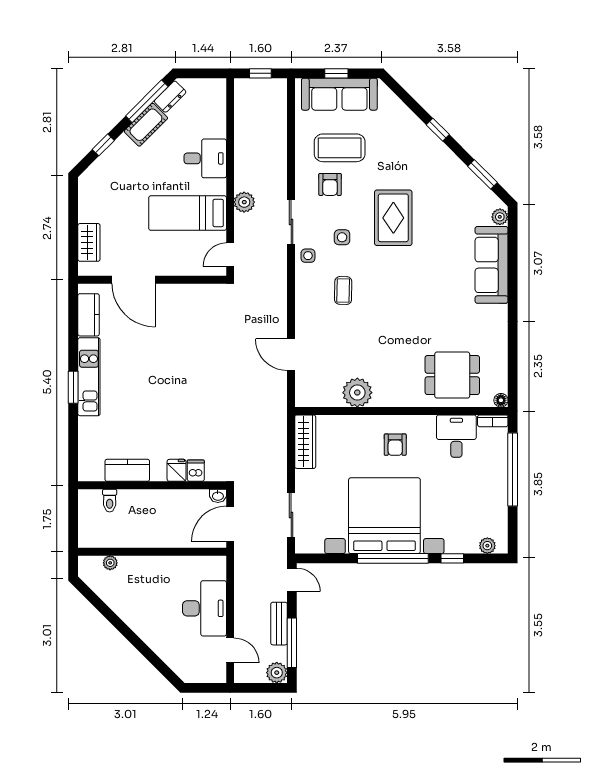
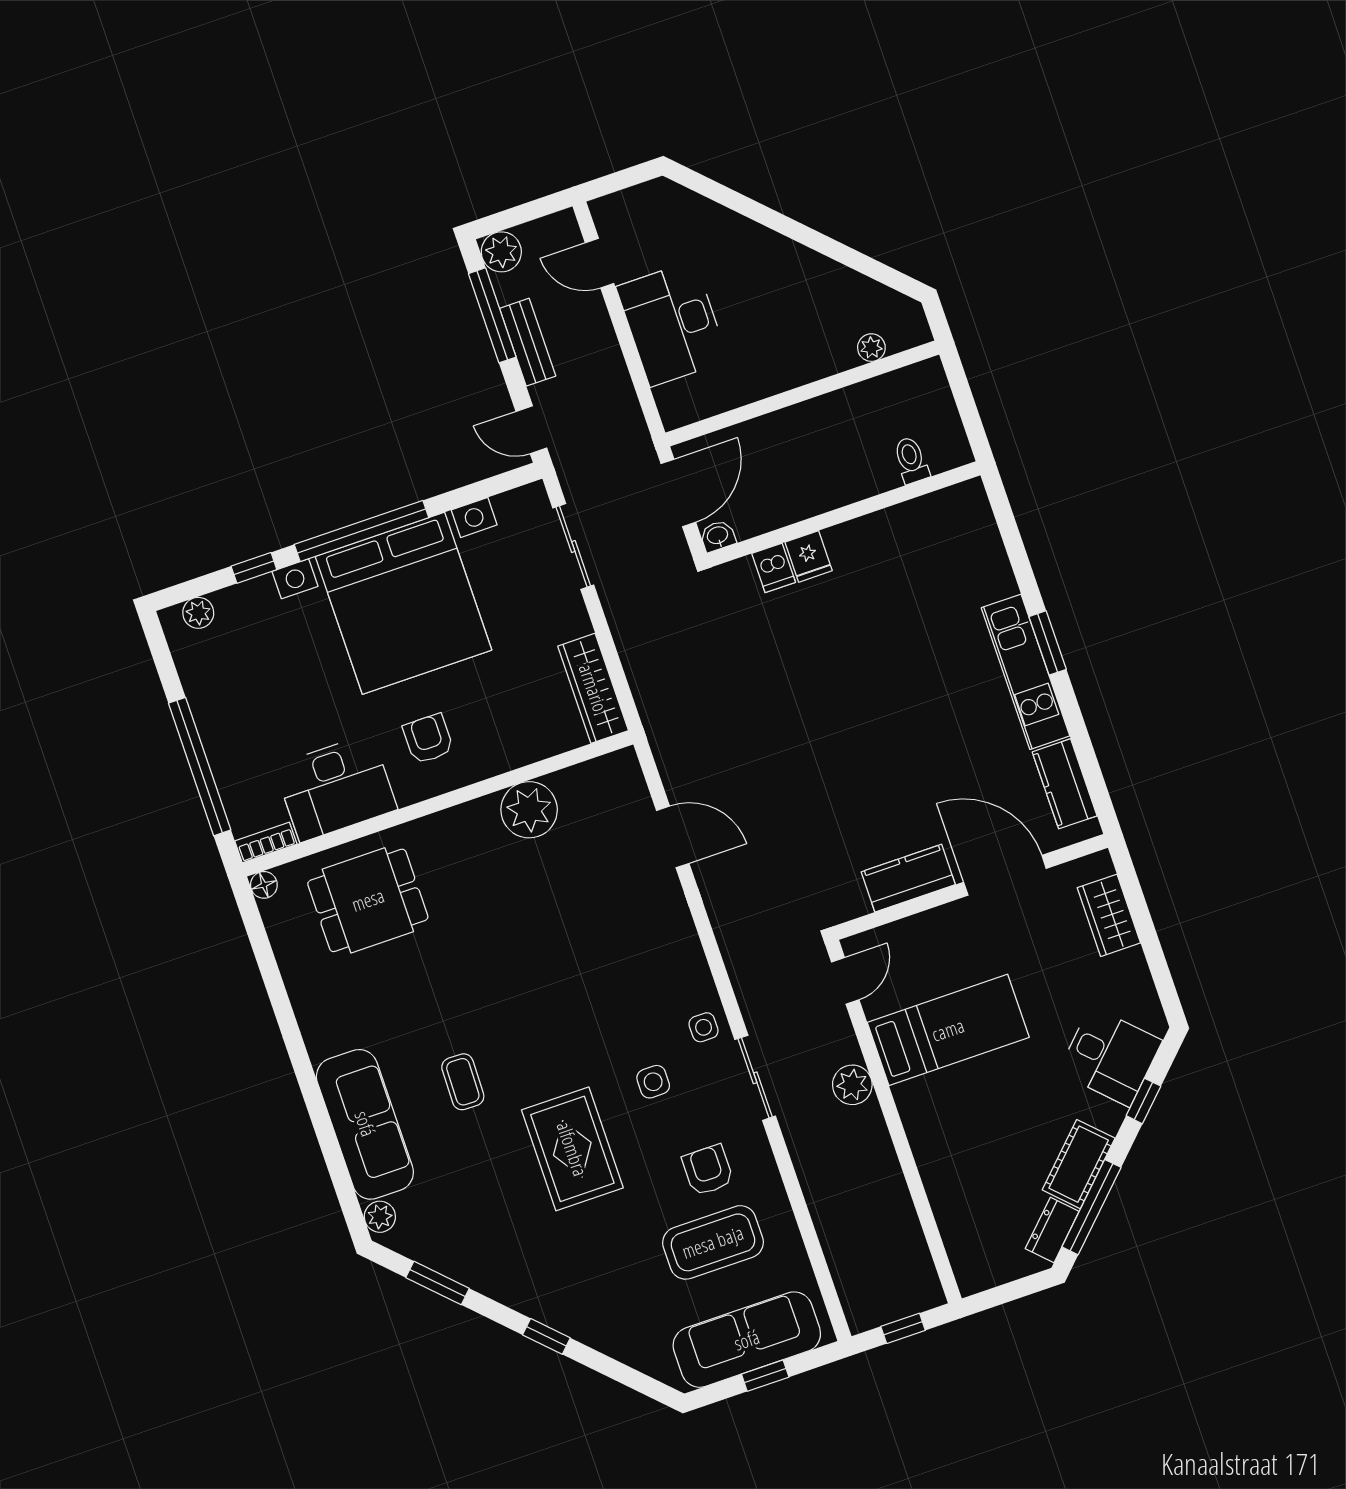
desk: (205, 158) -> (1110, 1056), moved, turned -135
coffee table: (343, 290) -> (463, 1082), moved
desk: (456, 436) -> (336, 788), width x1.37
kitchen counter: (127, 470) -> (908, 878), moved, turned 180

